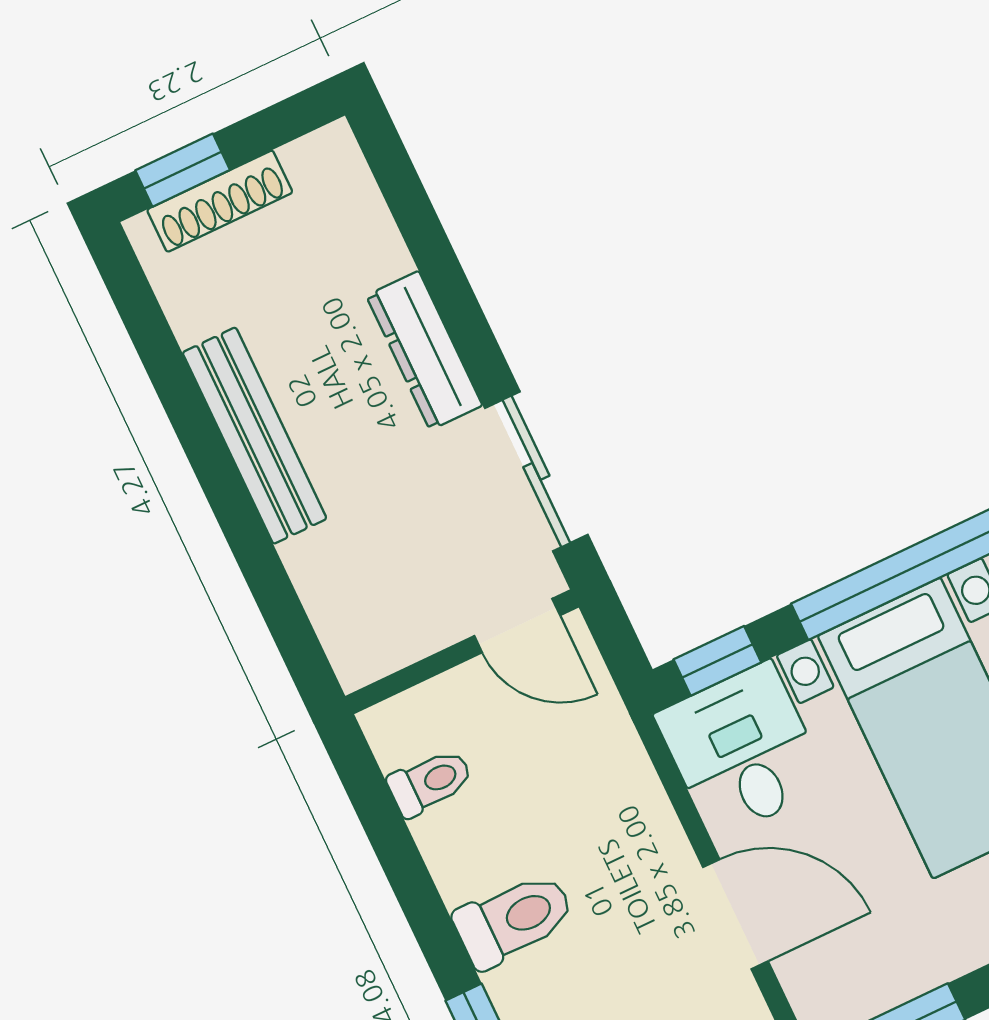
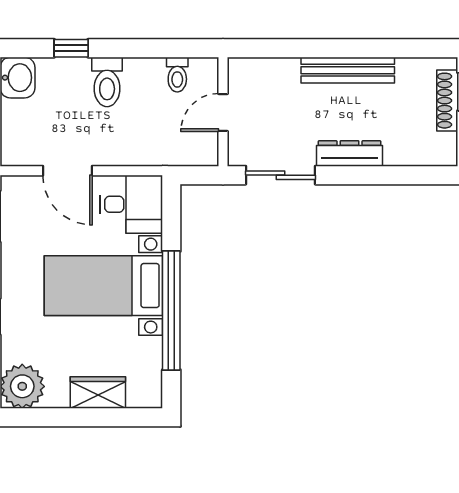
door: (517, 626) -> (223, 113), moved
window: (717, 661) -> (171, 211), removed
door: (735, 914) -> (68, 171), hinge flipped

